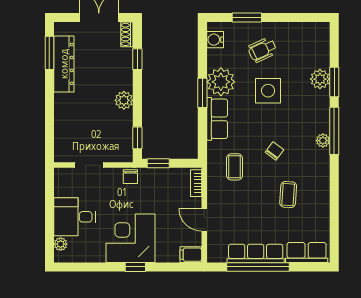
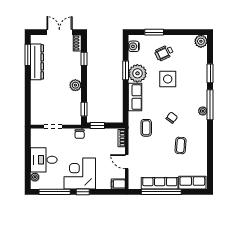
plant: (320, 79) -> (201, 41), moved
window: (202, 93) -> (126, 70), moved
window: (91, 267) -> (55, 192), added

